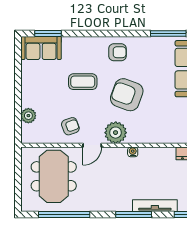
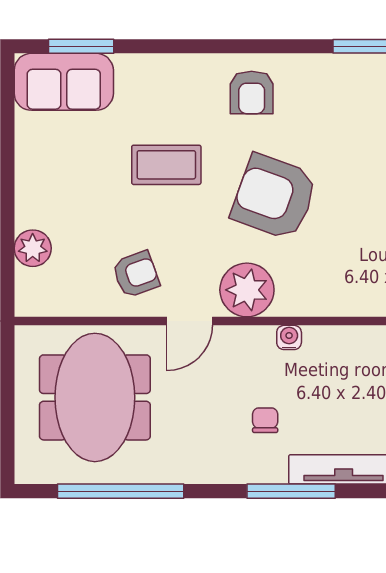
armchair: (117, 52) -> (252, 92), turned 90
chair: (123, 186) -> (265, 420), added

